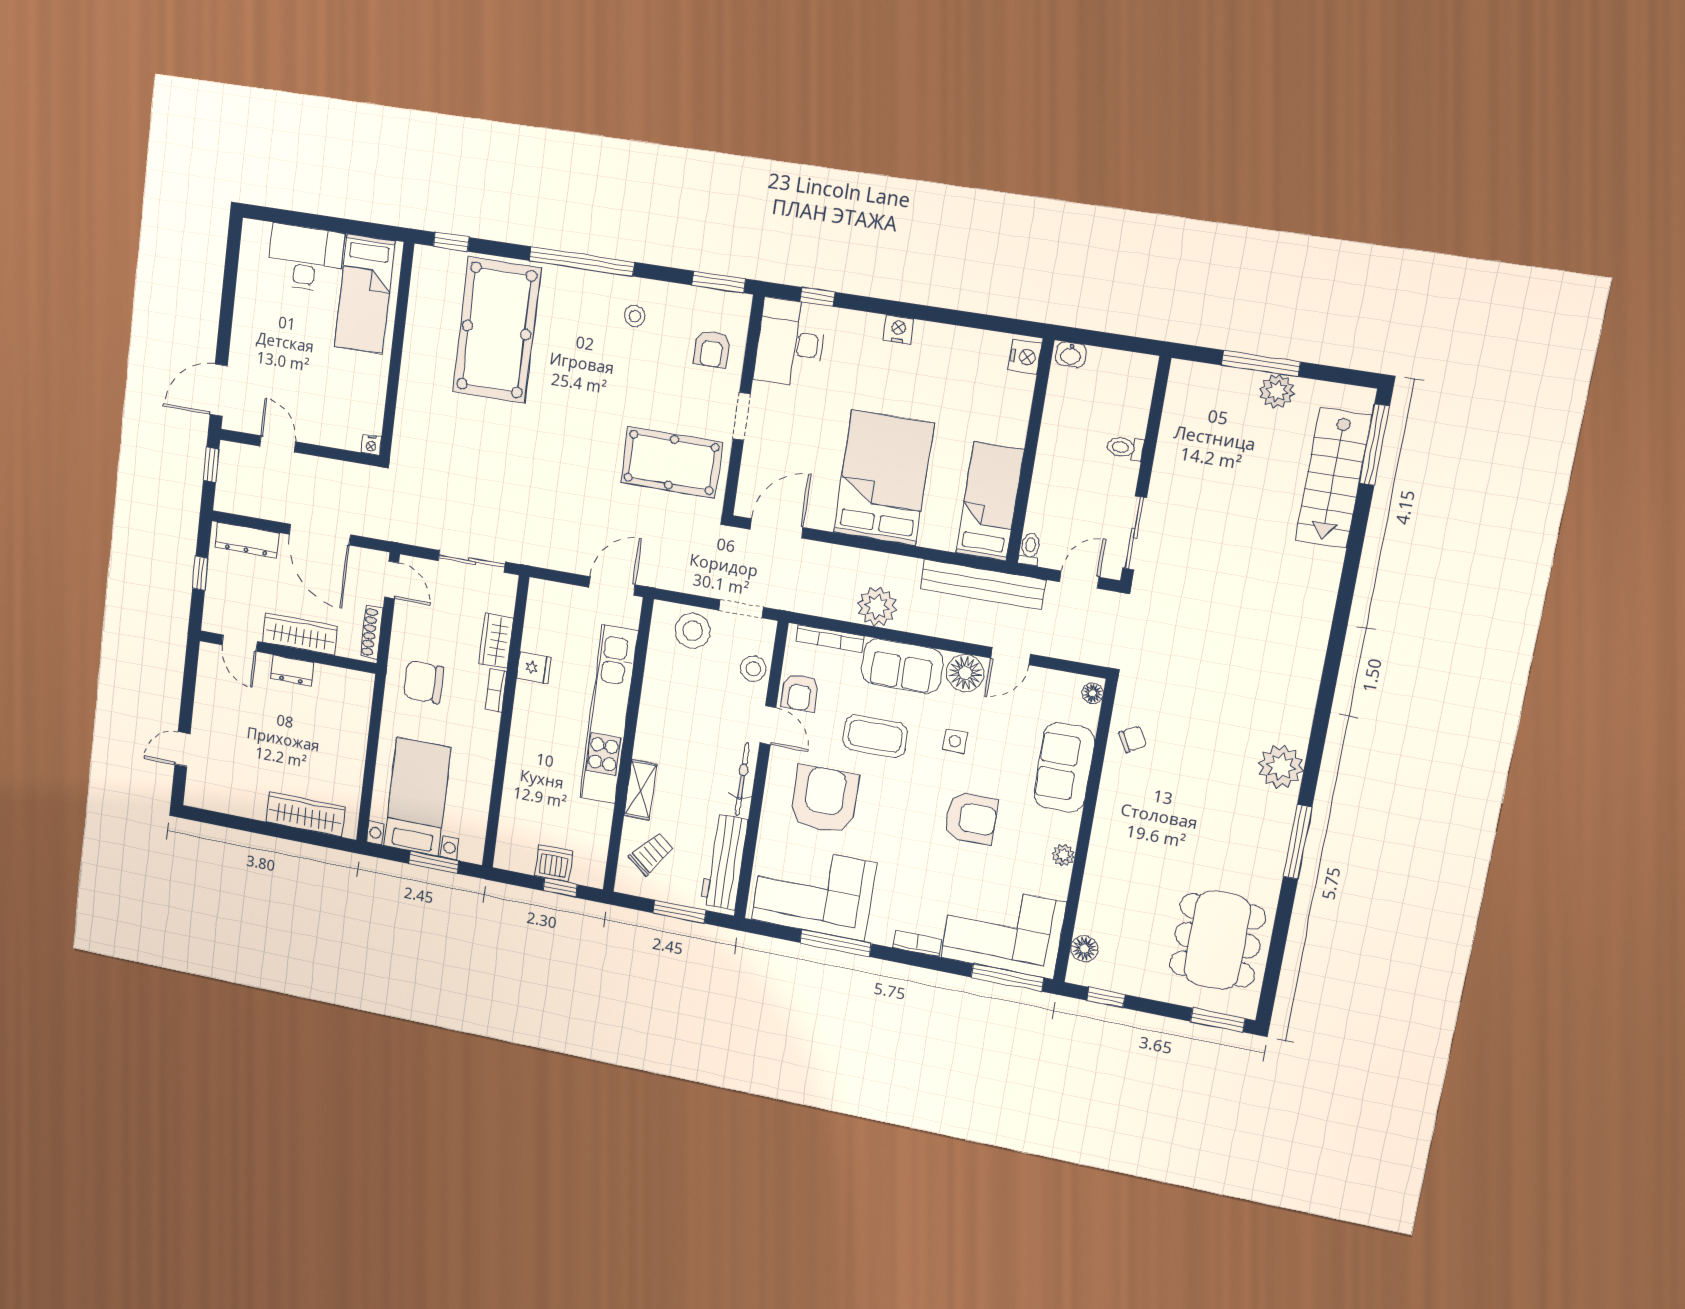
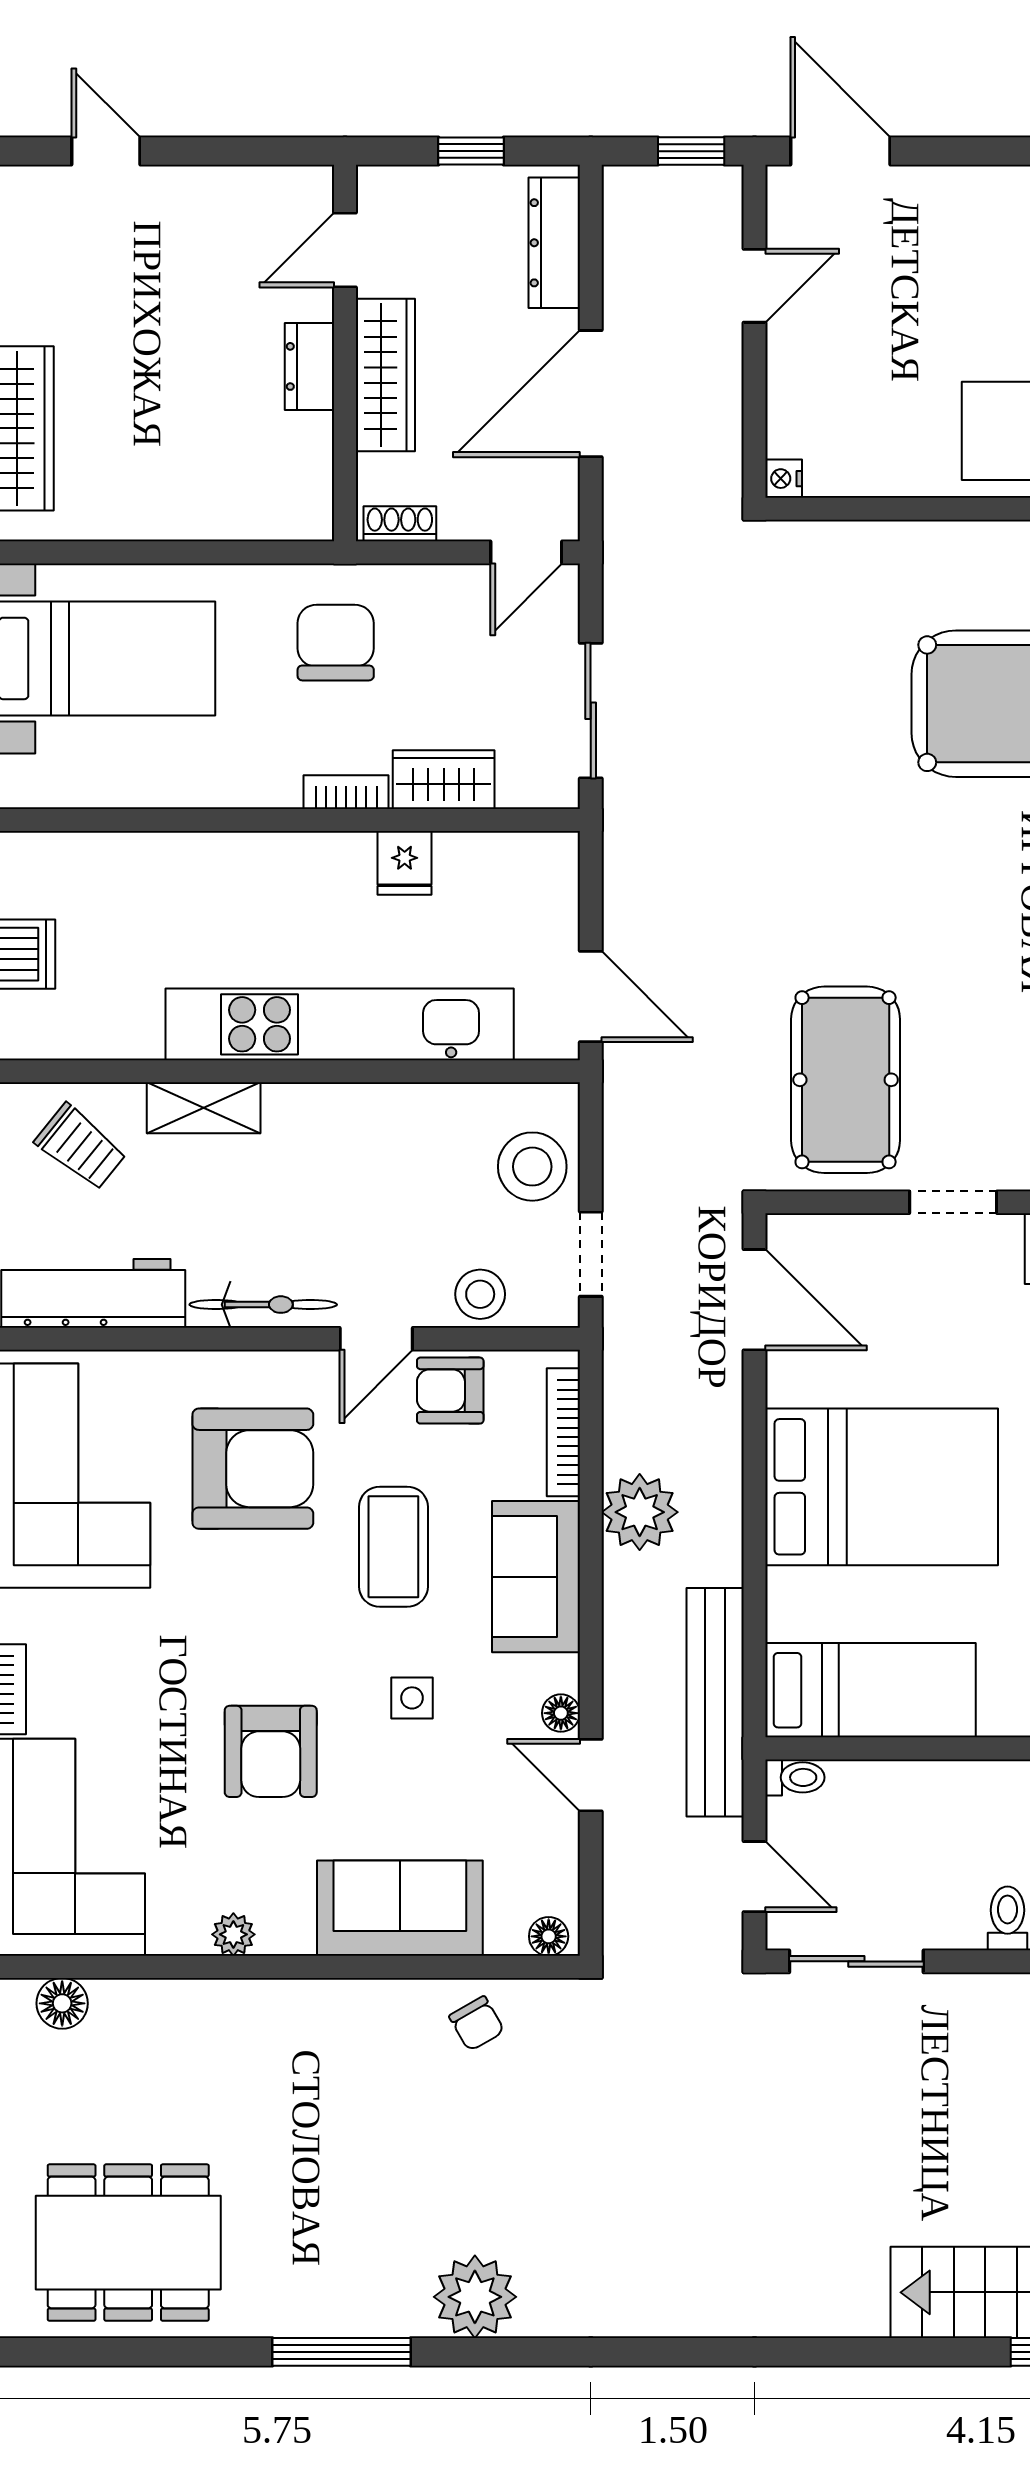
shoe rack: (372, 632) -> (400, 524), width x0.70
floor lamp: (965, 673) -> (561, 1713), width x0.53, depth x0.53

